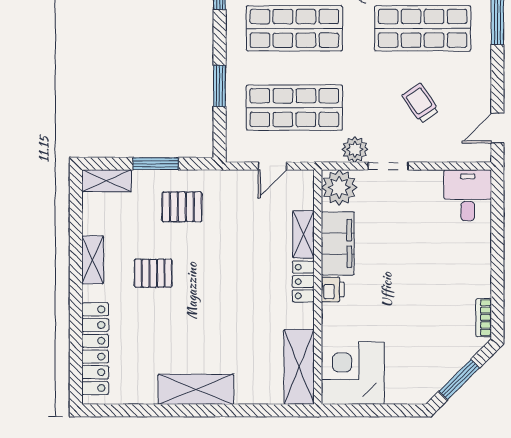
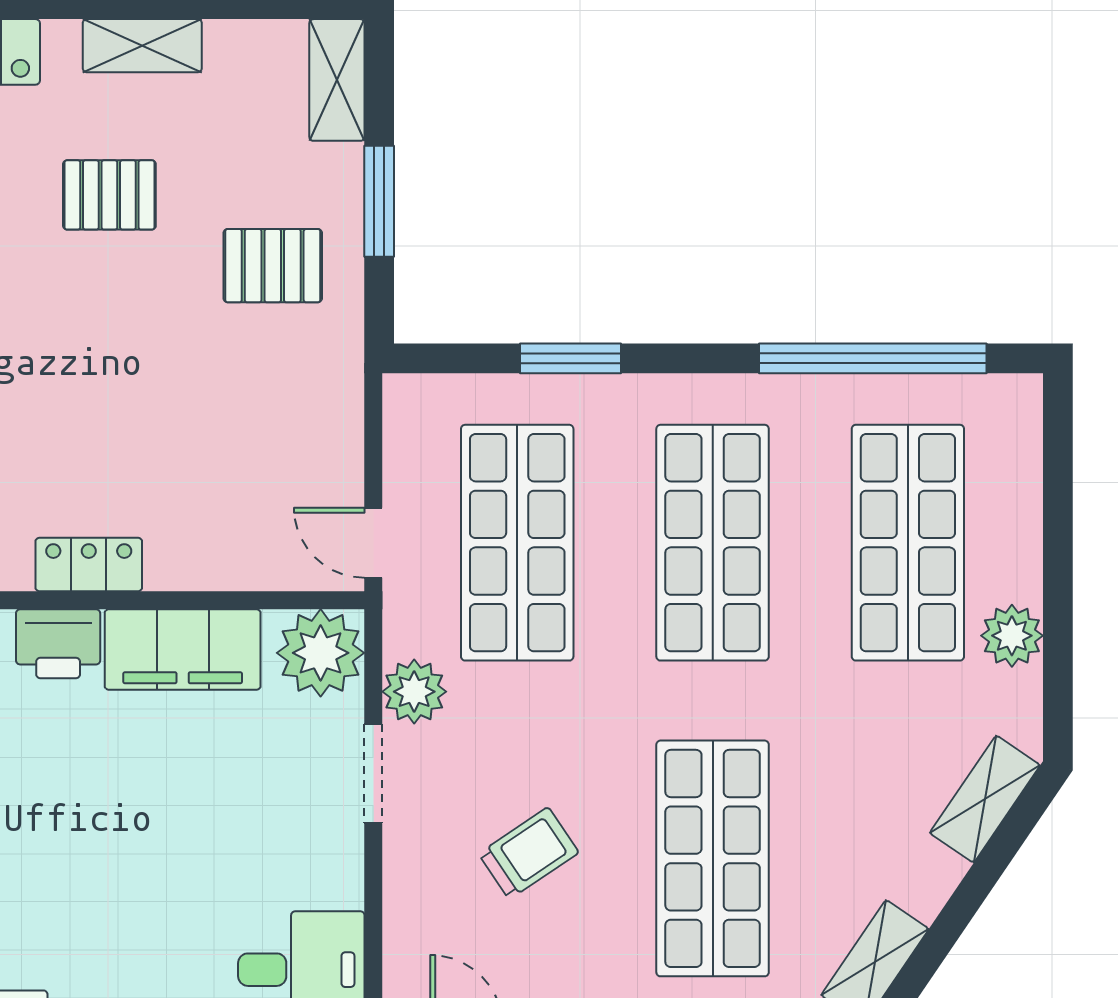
door: (272, 166) -> (373, 543), moved
pallet: (182, 207) -> (273, 266), turned 90
shelving: (303, 234) -> (205, 565), removed
pallet: (153, 273) -> (109, 195), turned 90
printer: (333, 289) -> (58, 644), width x1.36, depth x1.24

